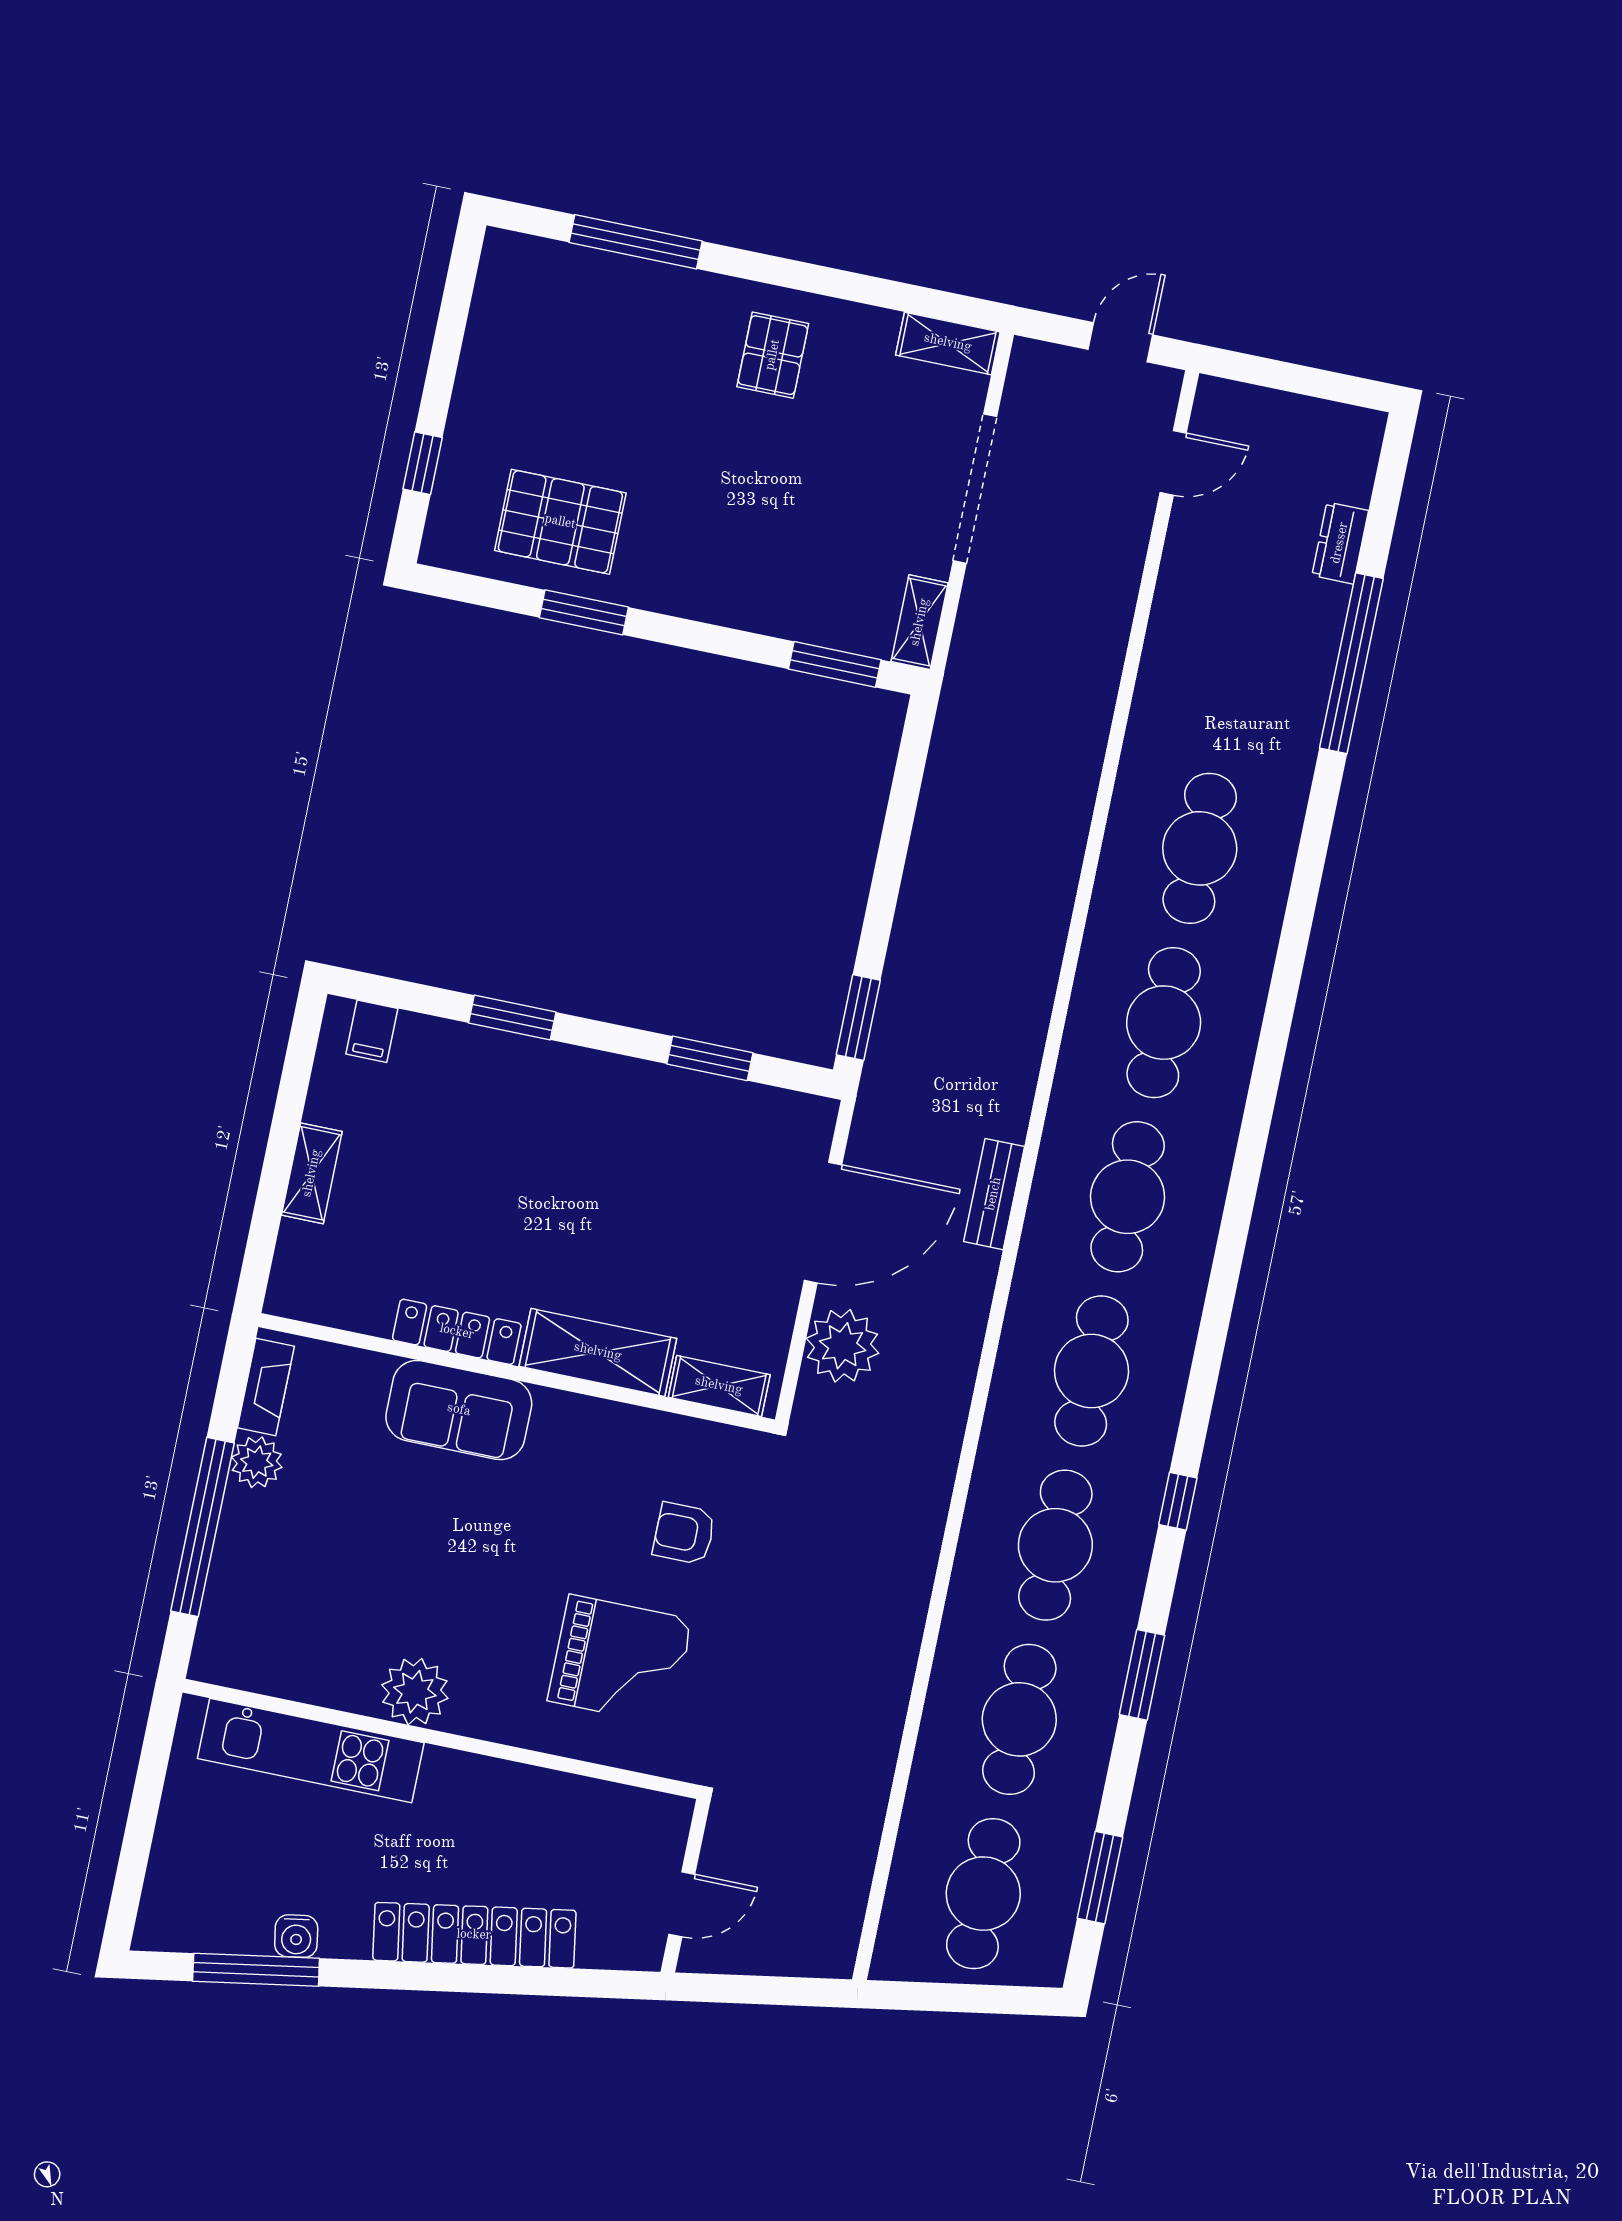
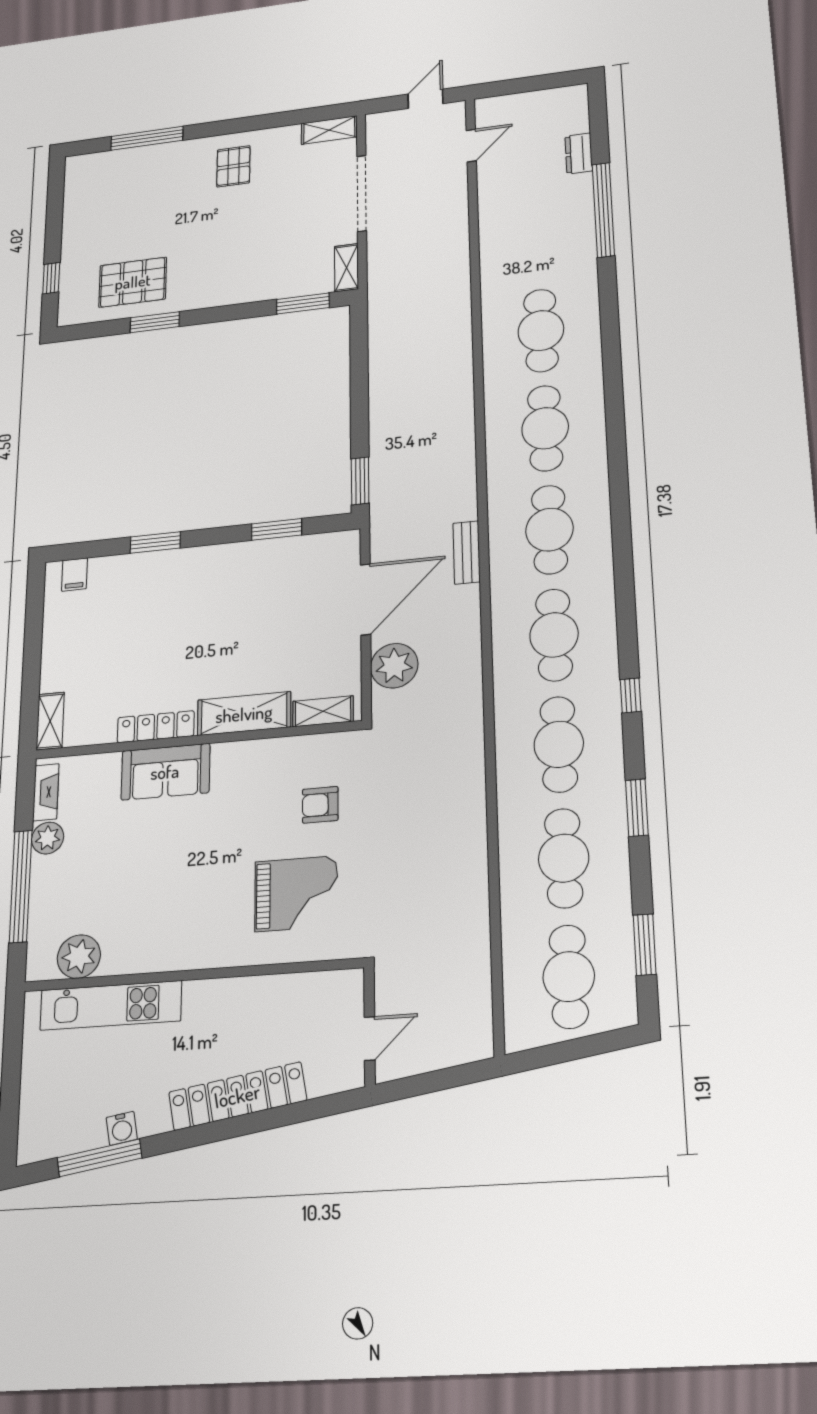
shelving: (312, 1173) -> (50, 721), moved
plant: (415, 1692) -> (79, 957), moved

